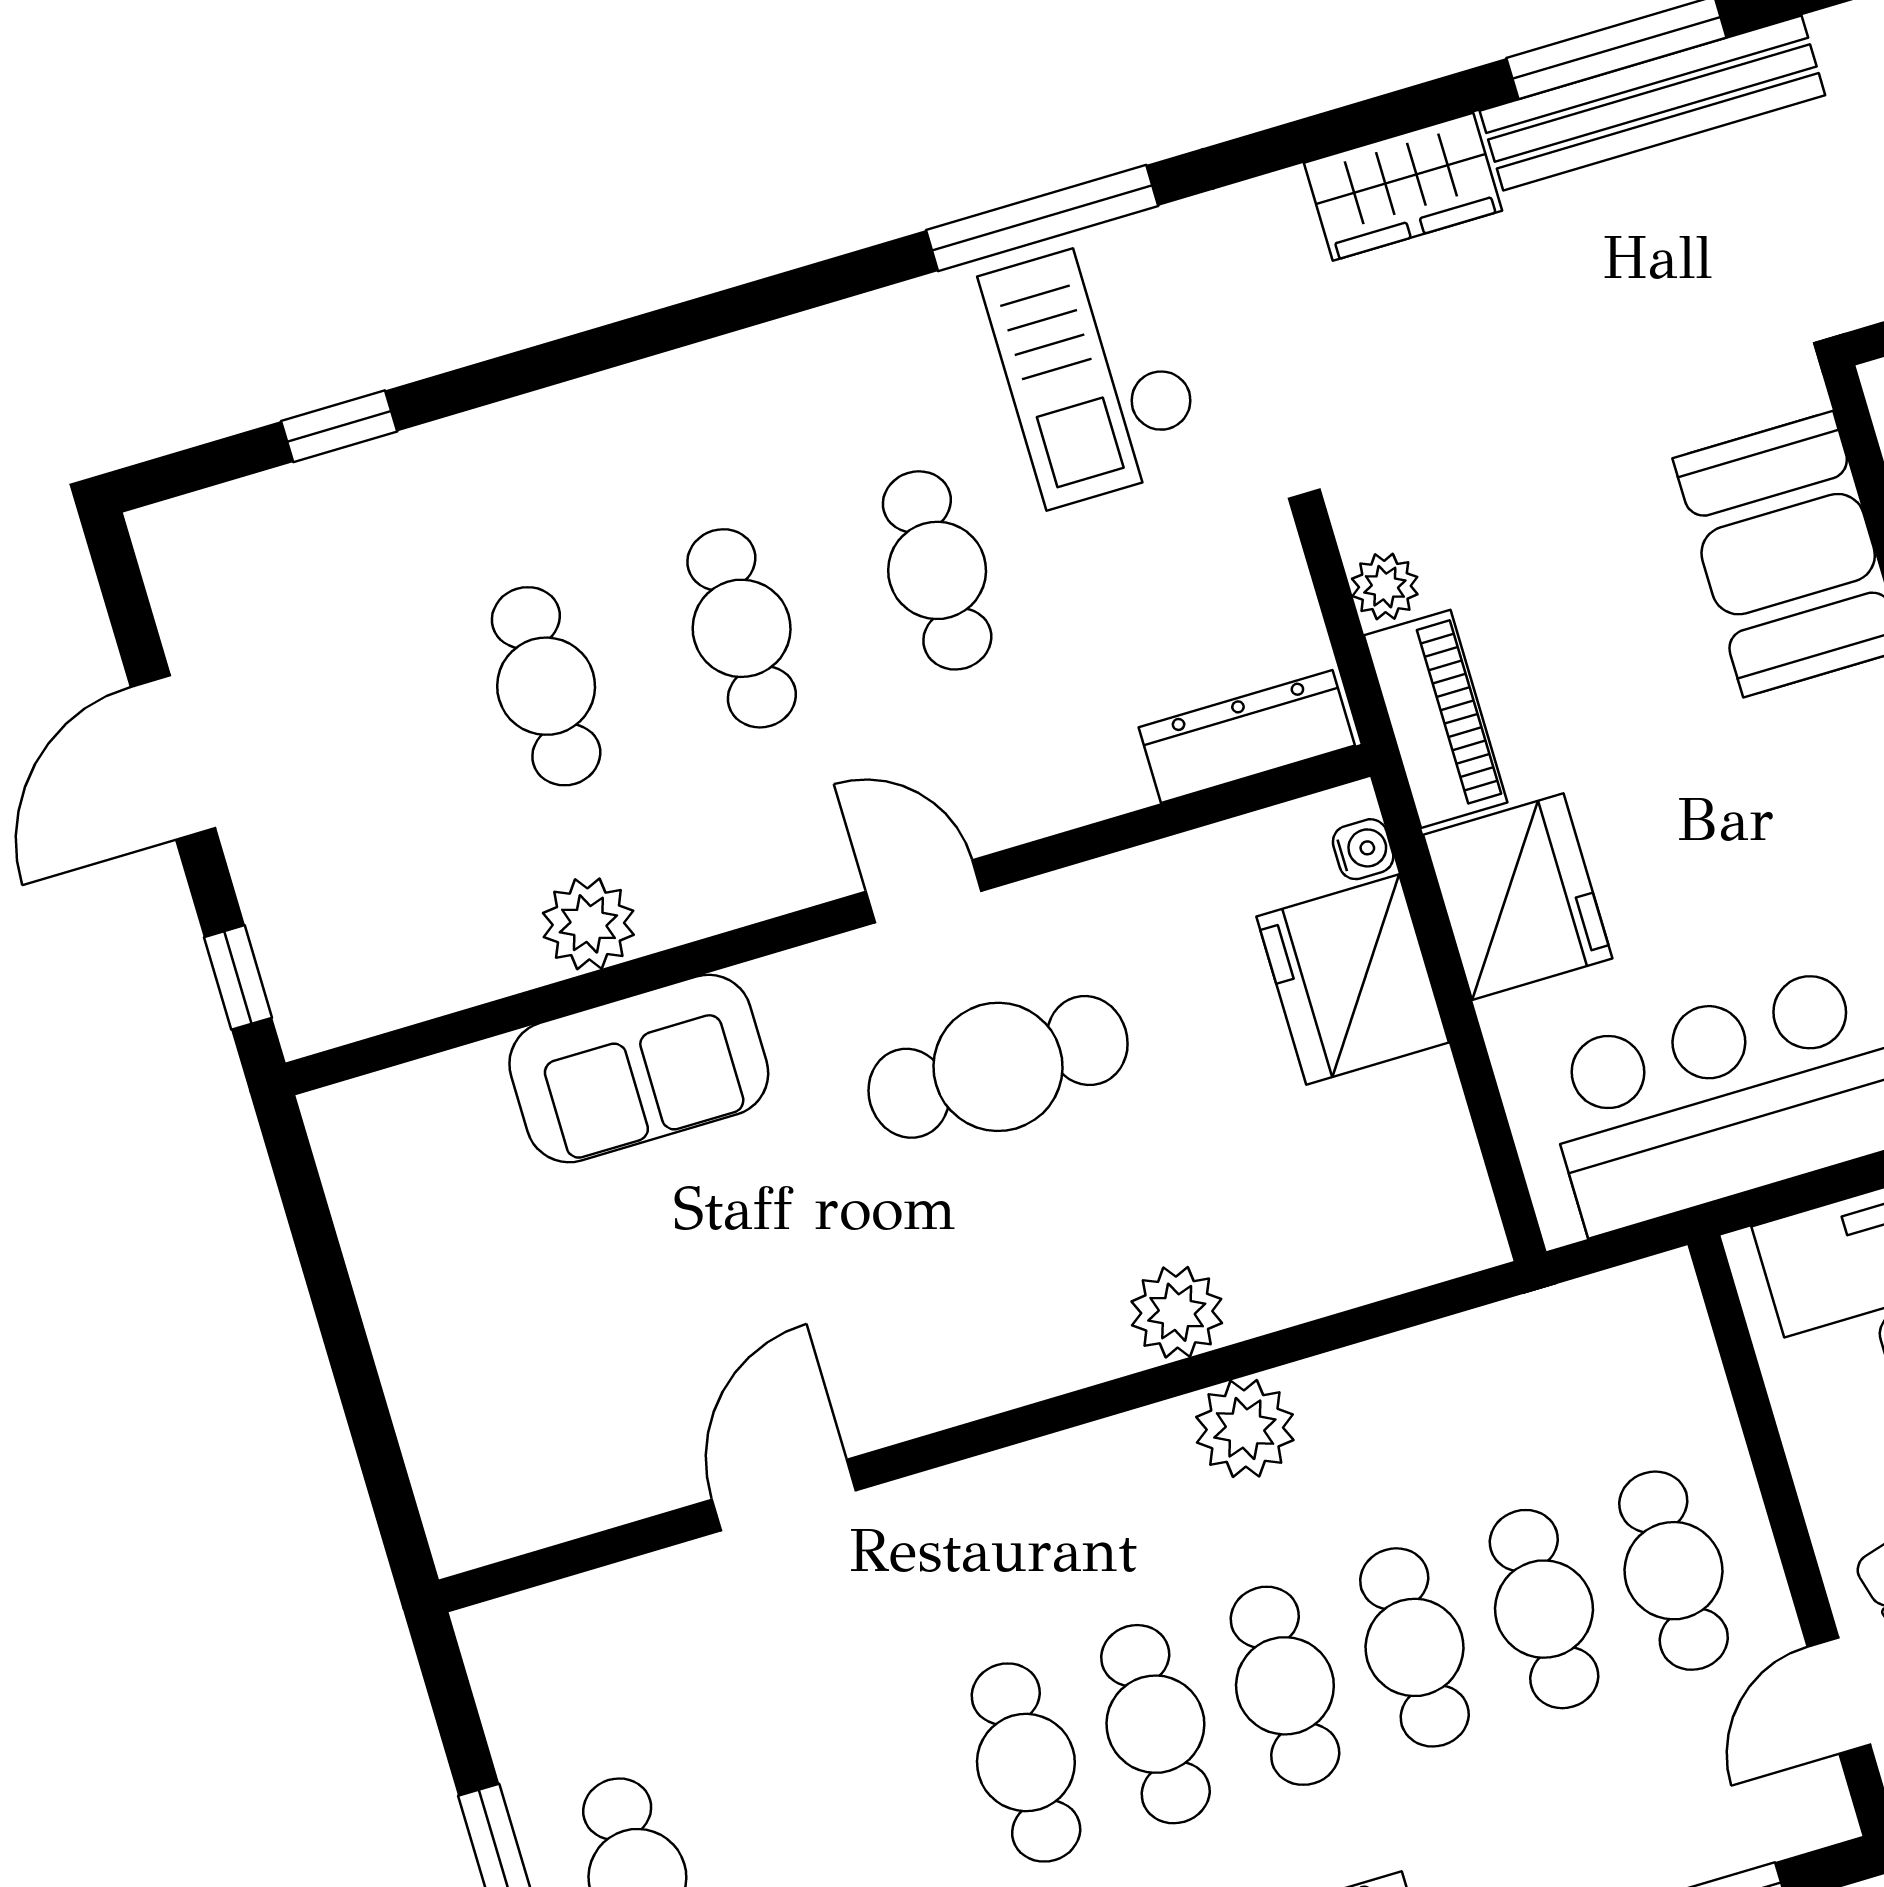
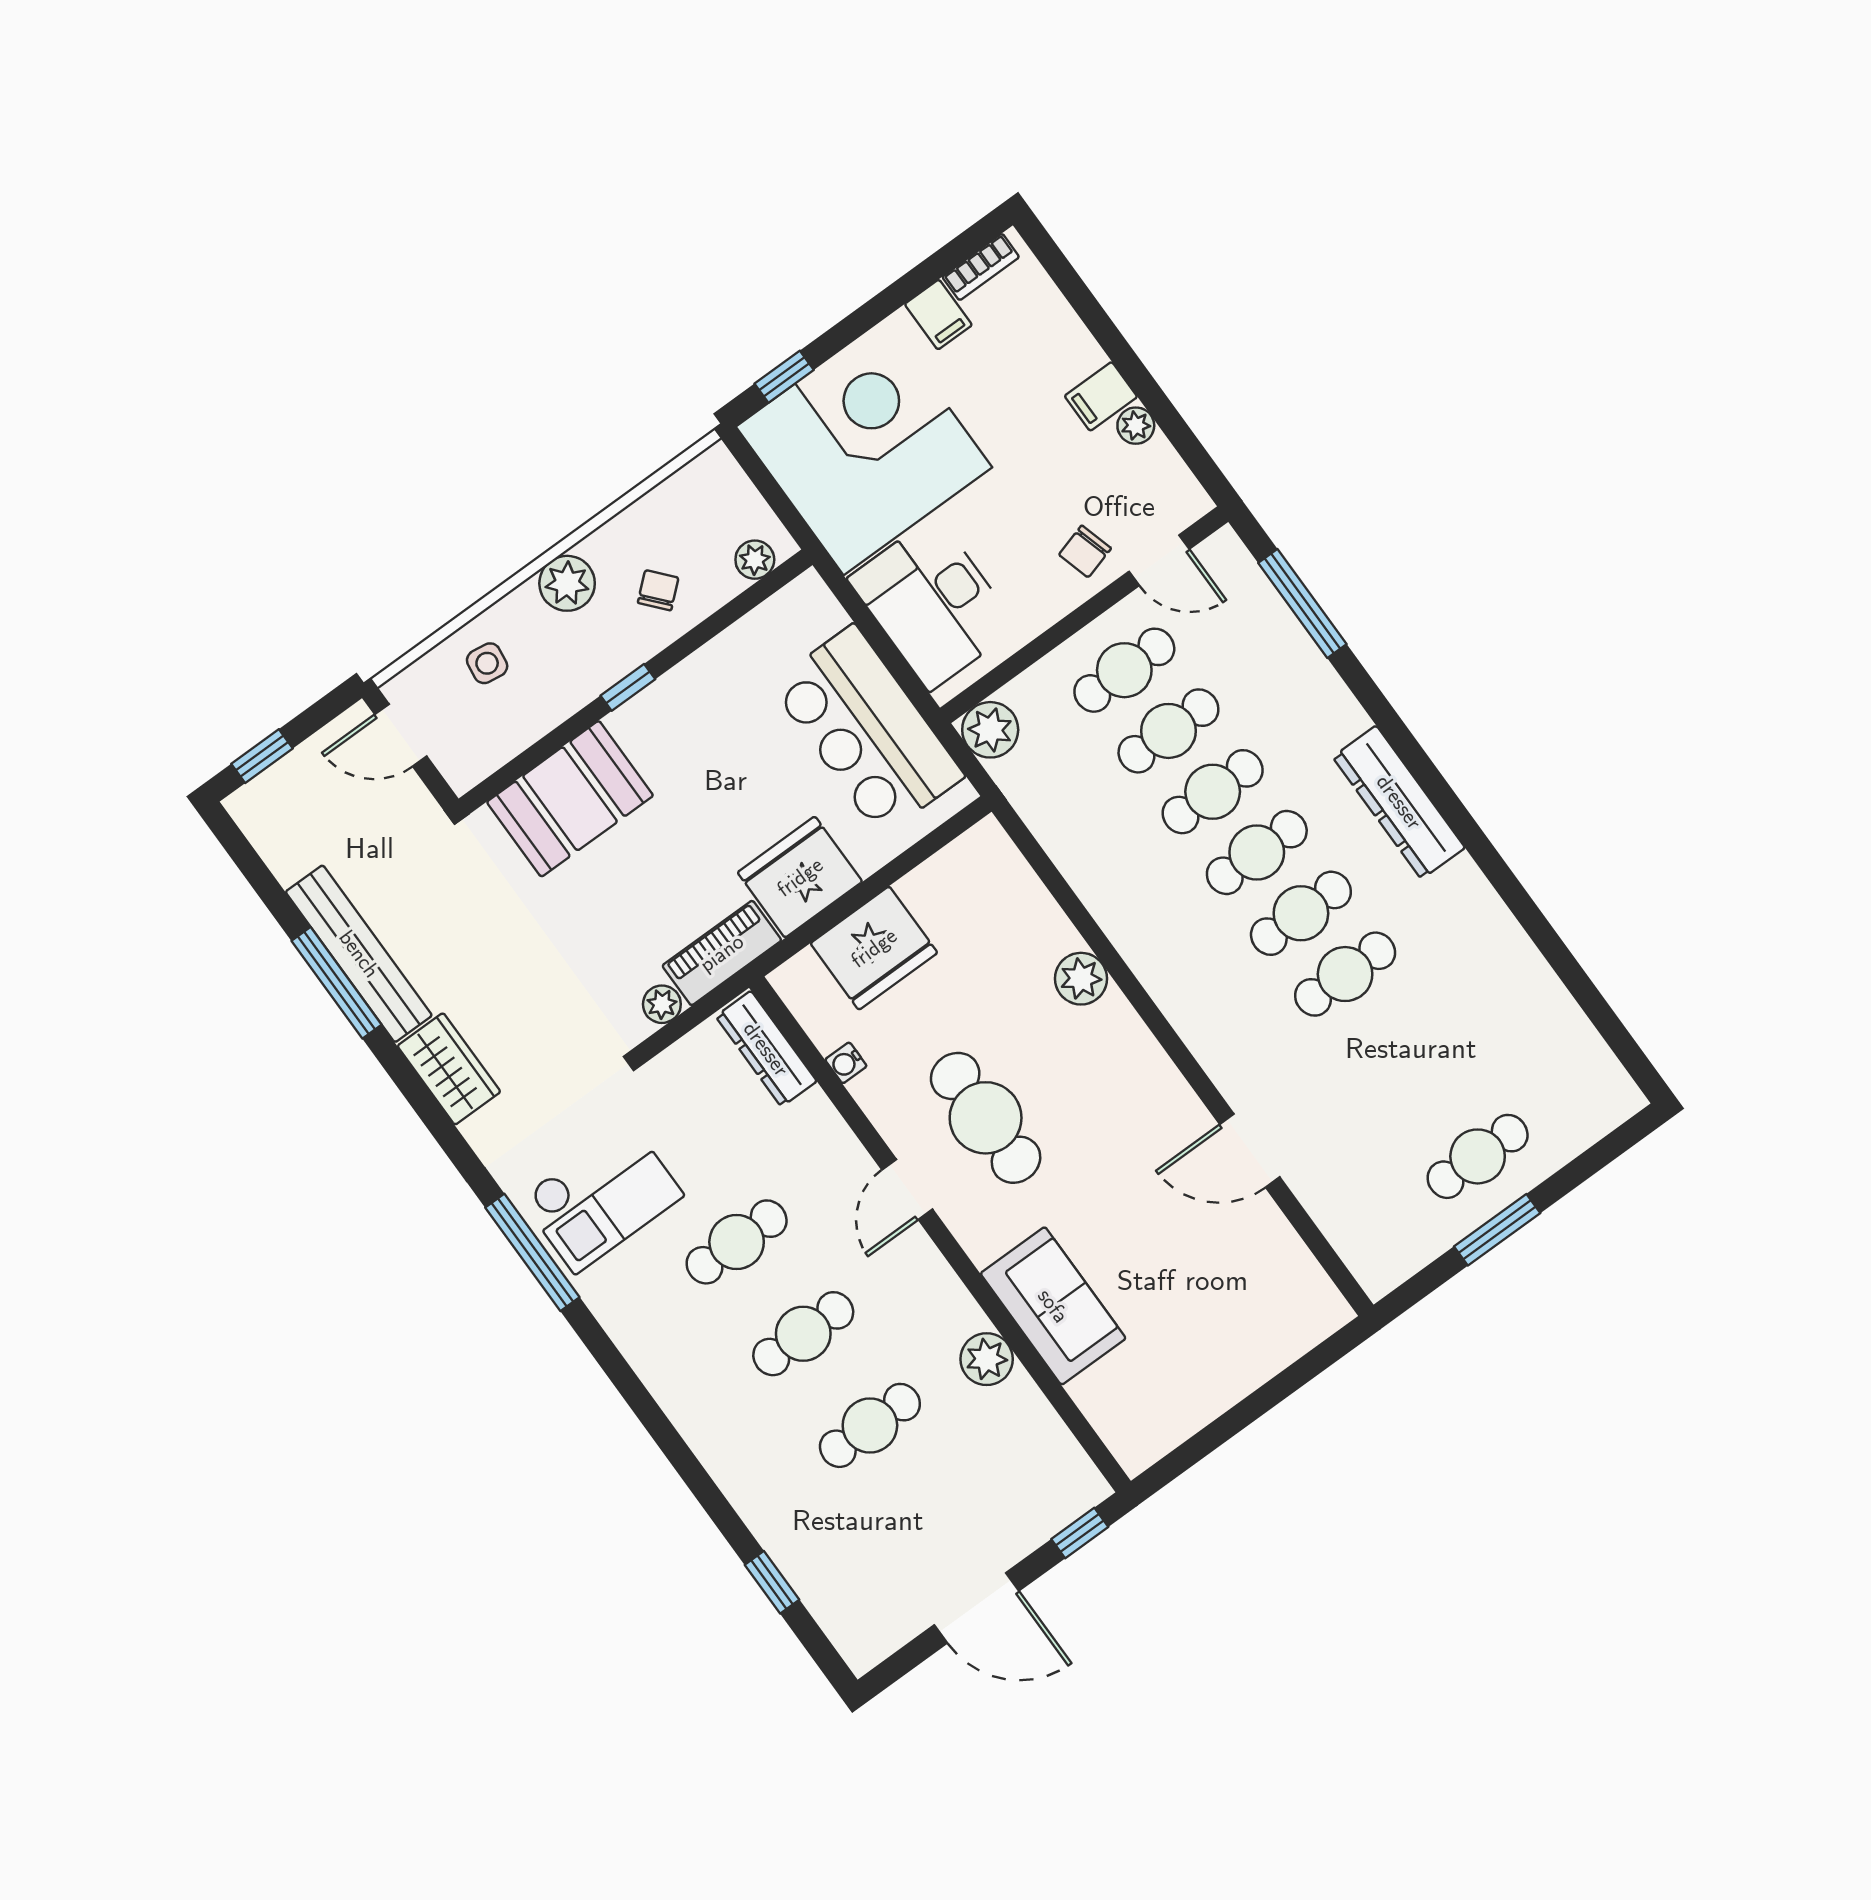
water cooler: (1363, 849) -> (846, 1063), moved, turned -90
plant: (1245, 1429) -> (990, 730), moved

